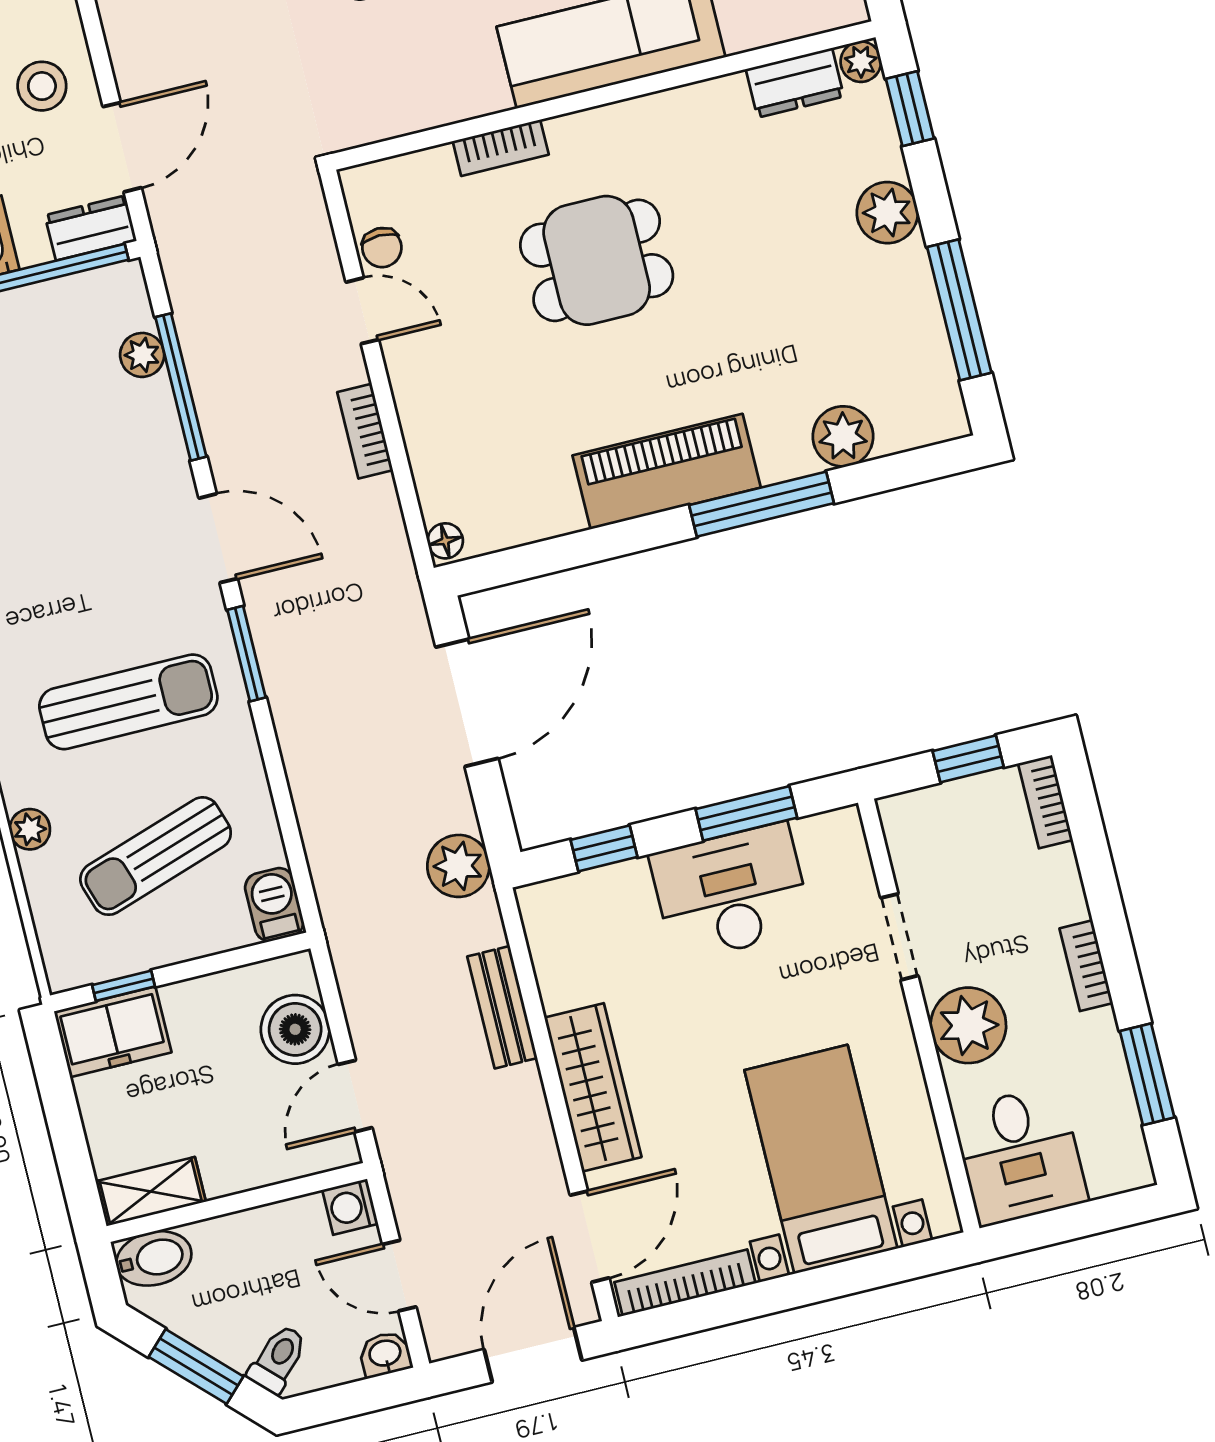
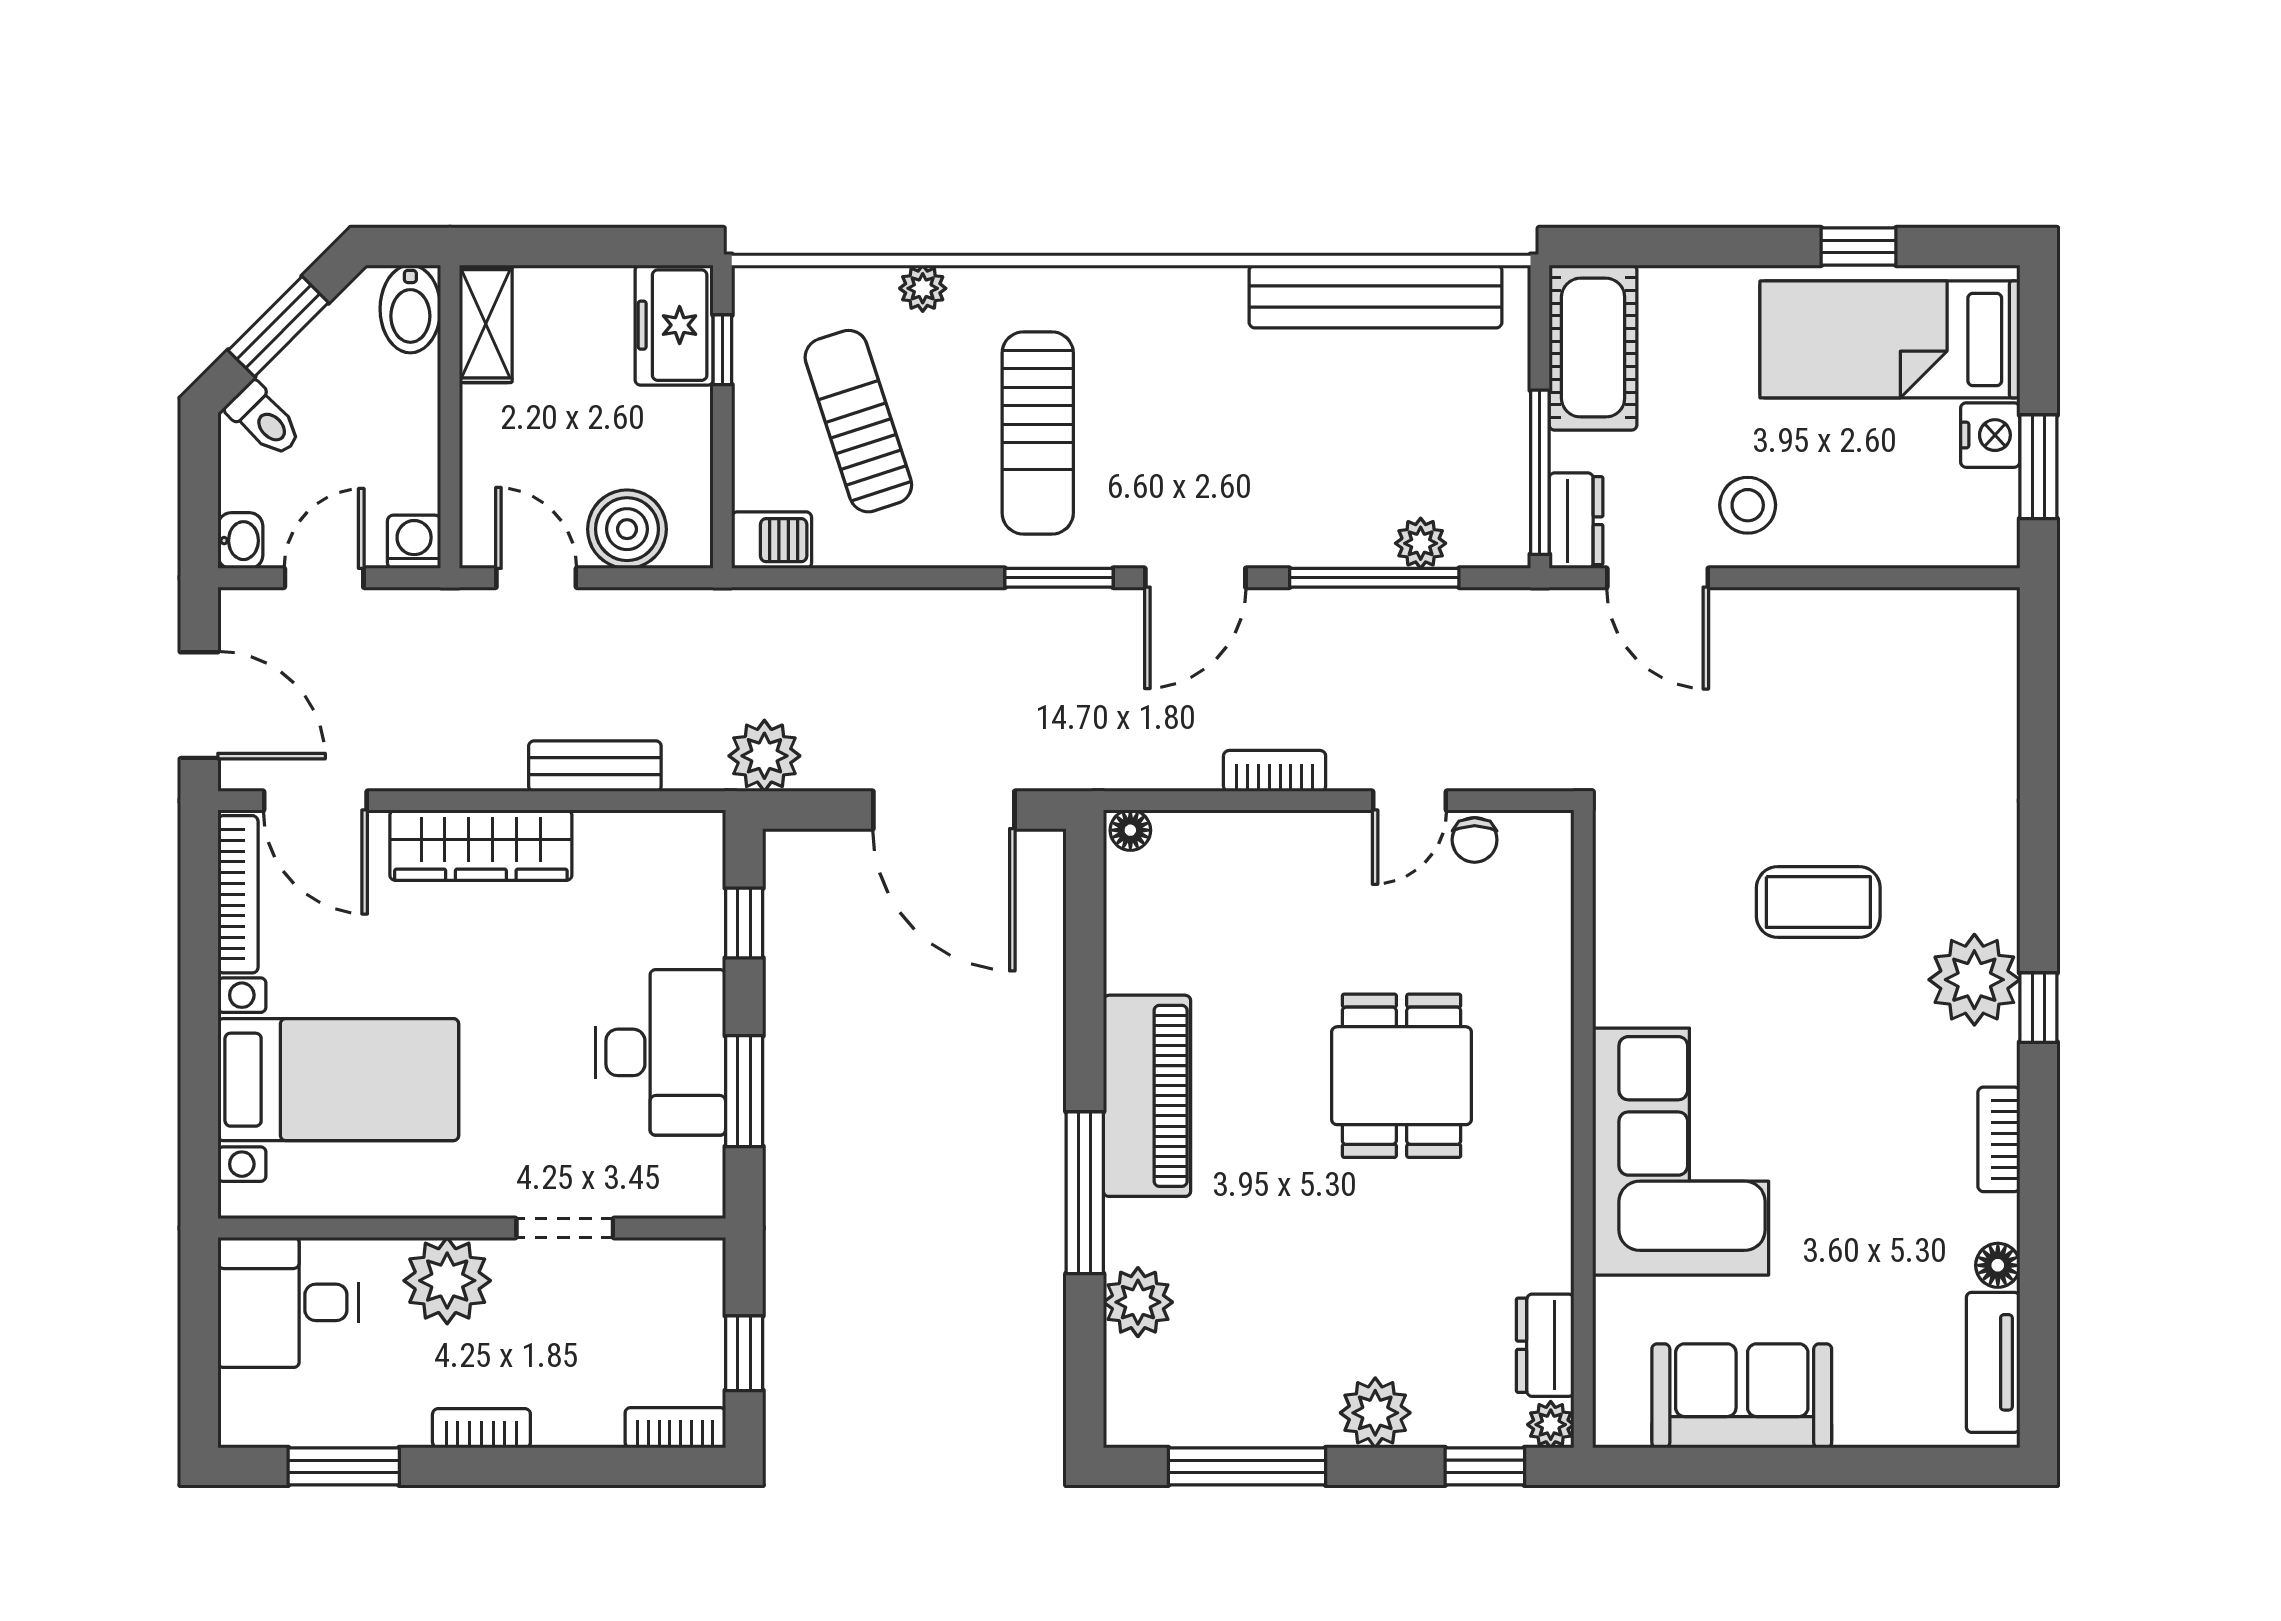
bookcase: (501, 148) -> (1553, 1000), removed
chair: (382, 248) -> (1475, 840), turned -90

